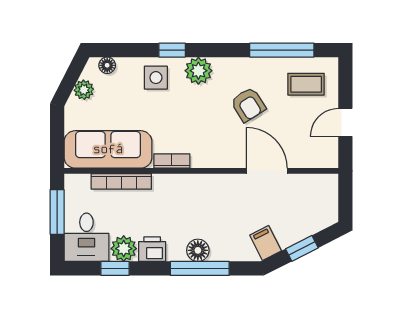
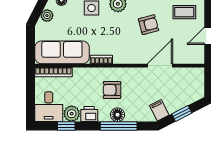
armchair: (248, 105) -> (149, 25), turned -73
door: (267, 171) -> (160, 66), hinge flipped
bookcase: (121, 181) -> (53, 72), moved
armchair: (189, 210) -> (112, 90), added
window: (57, 212) -> (30, 91), removed

